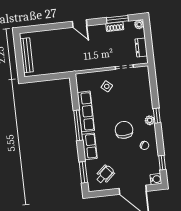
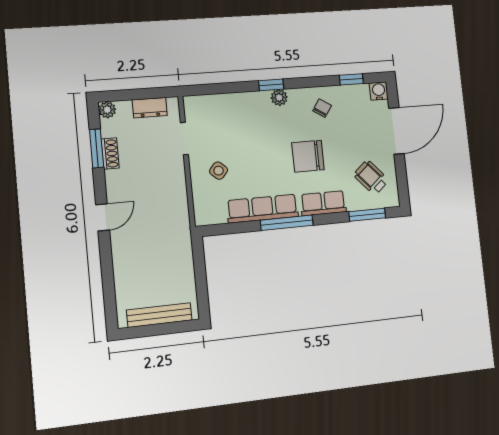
chair: (124, 130) -> (308, 156), moved

